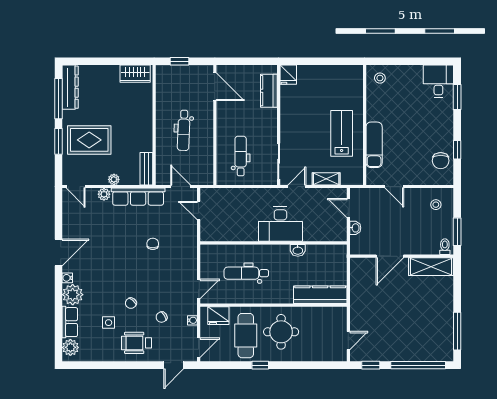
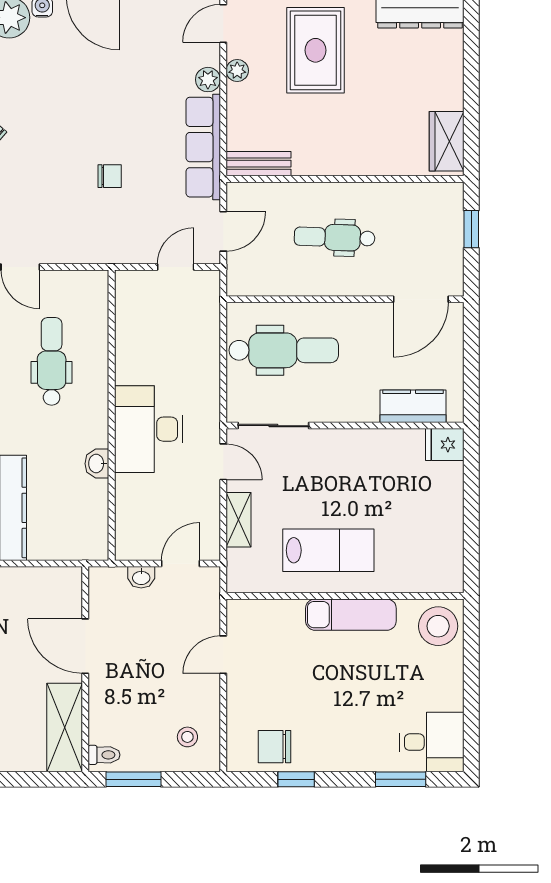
stool: (380, 78) -> (438, 626), width x1.89, depth x1.89
exam couch: (374, 145) -> (351, 615), moved
dental chair: (241, 156) -> (284, 350), width x1.36, depth x1.38
plant: (114, 179) -> (237, 71), moved

